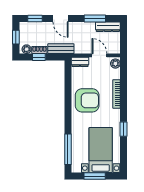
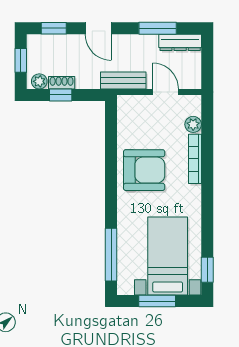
bench: (61, 49) -> (123, 80), moved
dresser: (80, 62) -> (132, 103), removed
plant: (115, 64) -> (193, 124), moved
window: (123, 129) -> (207, 270), moved

